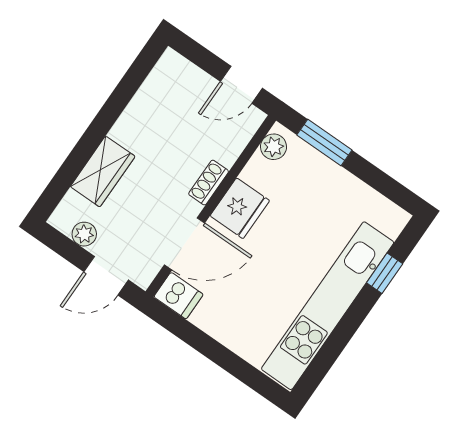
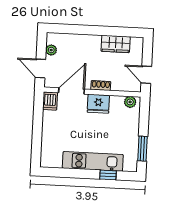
window: (324, 142) -> (143, 149), moved
wardrobe: (103, 171) -> (116, 44), moved
door: (184, 244) -> (71, 91), swing flipped
kitchen unit: (328, 306) -> (93, 161), width x0.73

